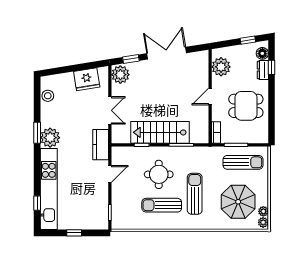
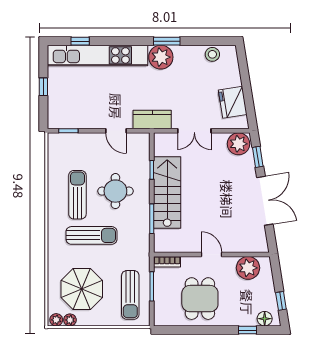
dresser: (263, 70) -> (244, 319), removed

